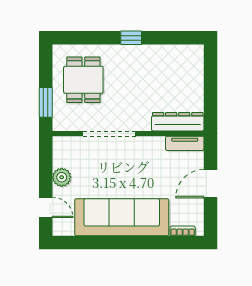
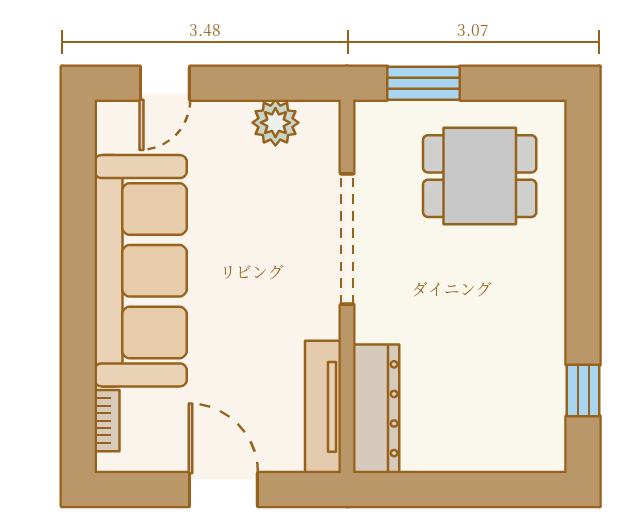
window: (131, 38) -> (583, 390), moved
tv unit: (185, 143) -> (323, 407), width x1.41
plant: (62, 177) -> (275, 123), moved

